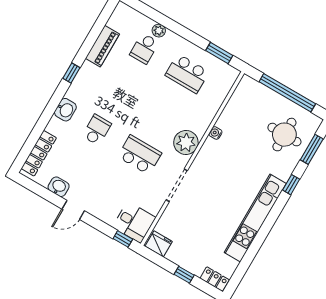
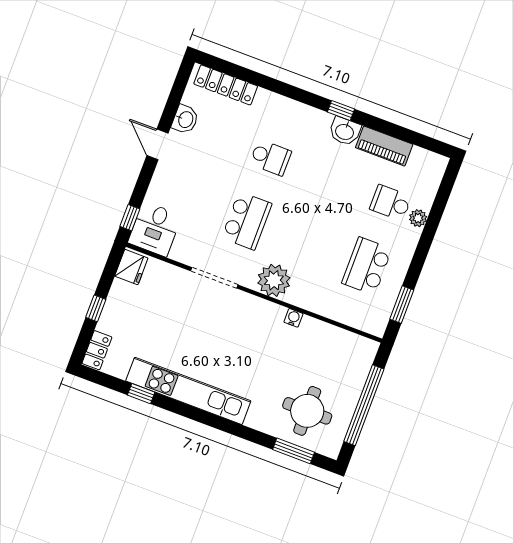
washbasin: (65, 110) -> (345, 131), moved
window: (291, 185) -> (141, 394), moved

